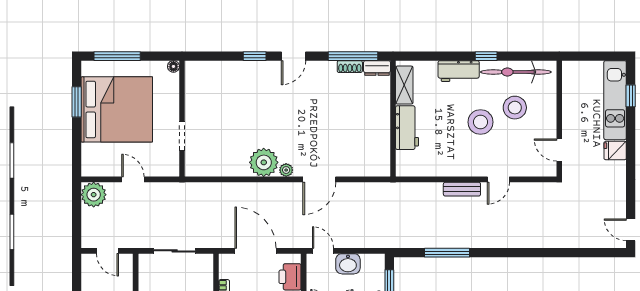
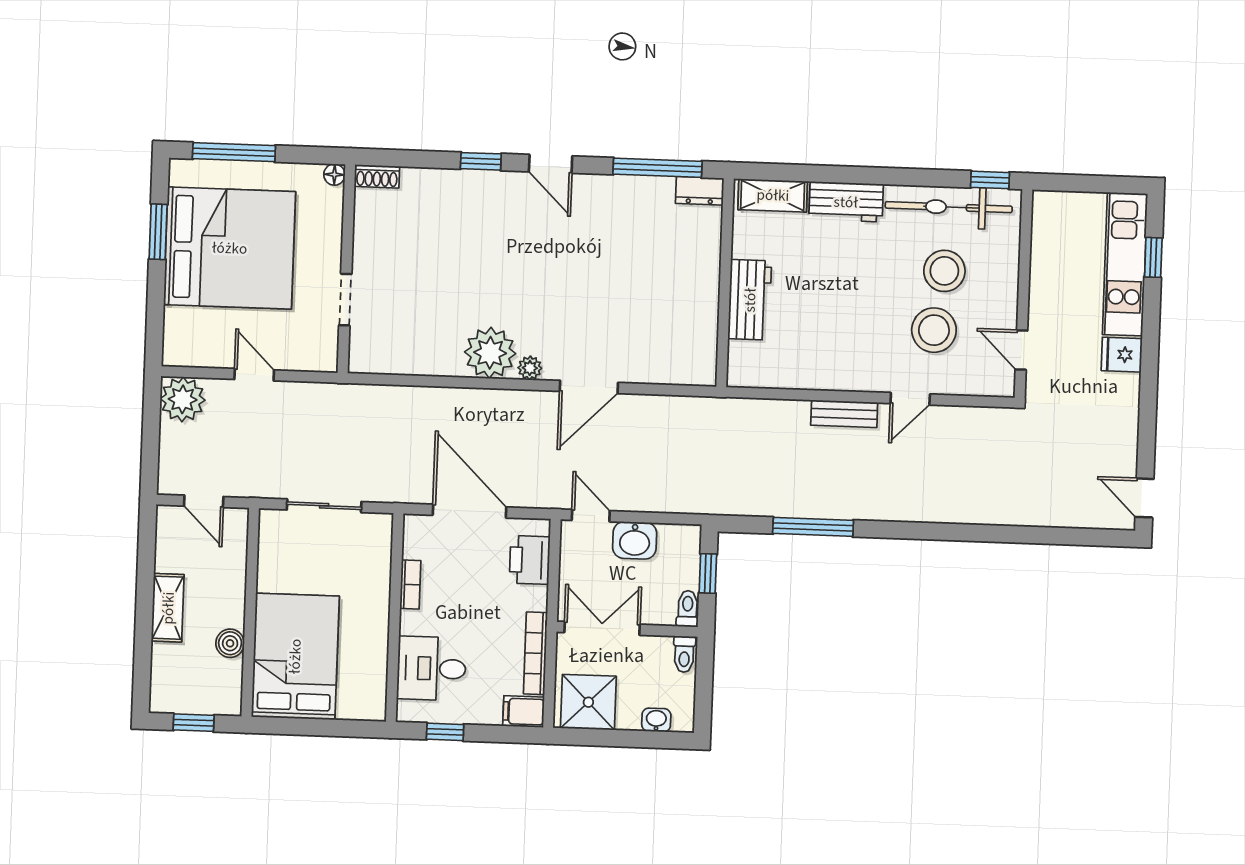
door: (294, 56) -> (551, 164), hinge flipped
window: (486, 56) -> (990, 180), moved
shoe rack: (350, 67) -> (377, 176), moved
shelving: (404, 85) -> (773, 195), moved, turned 90
stool: (480, 122) -> (934, 330), moved

